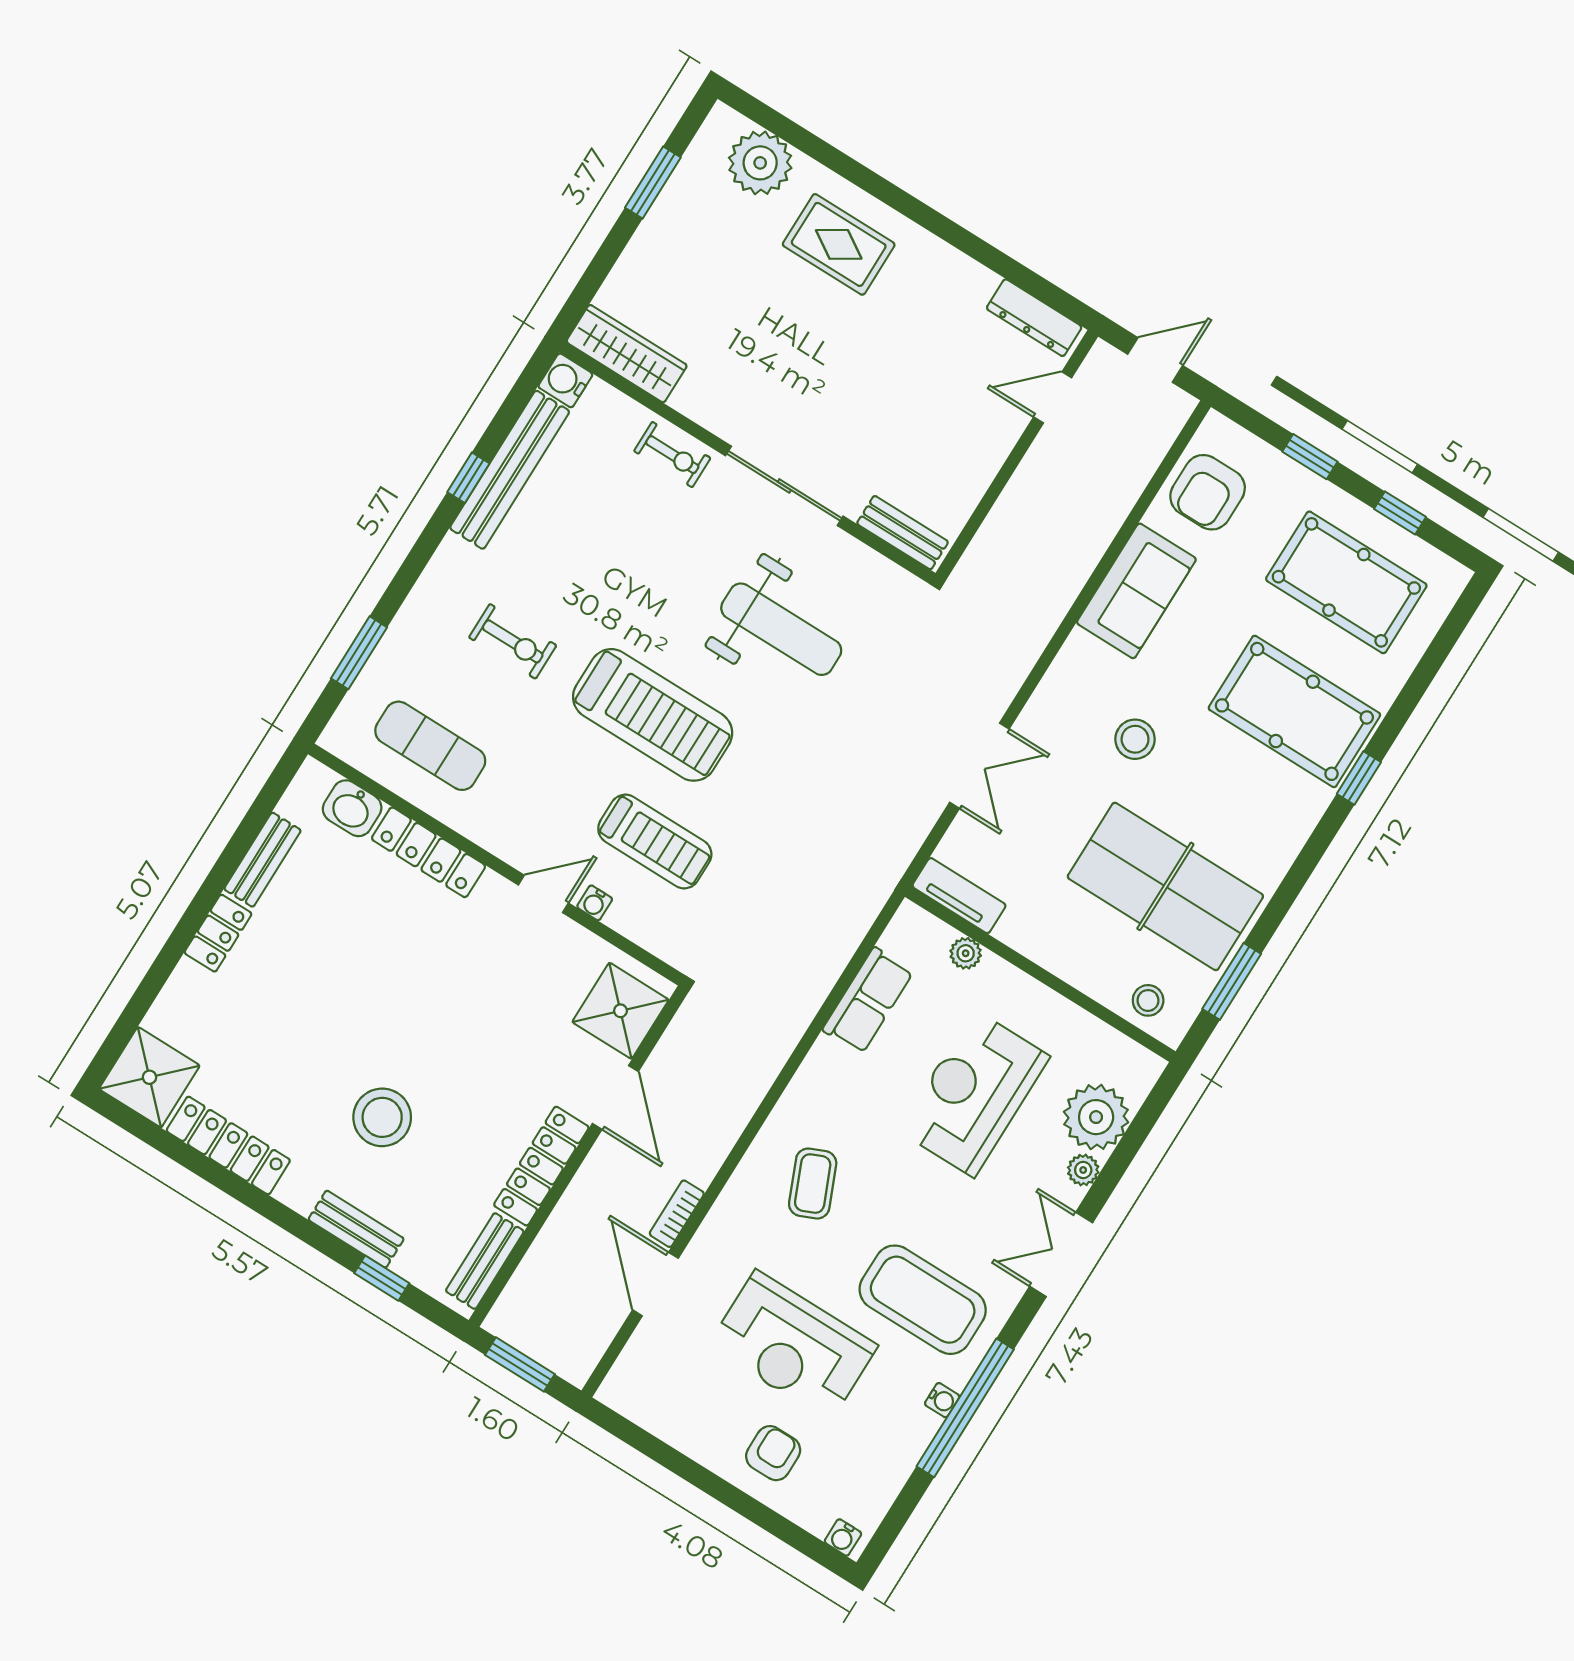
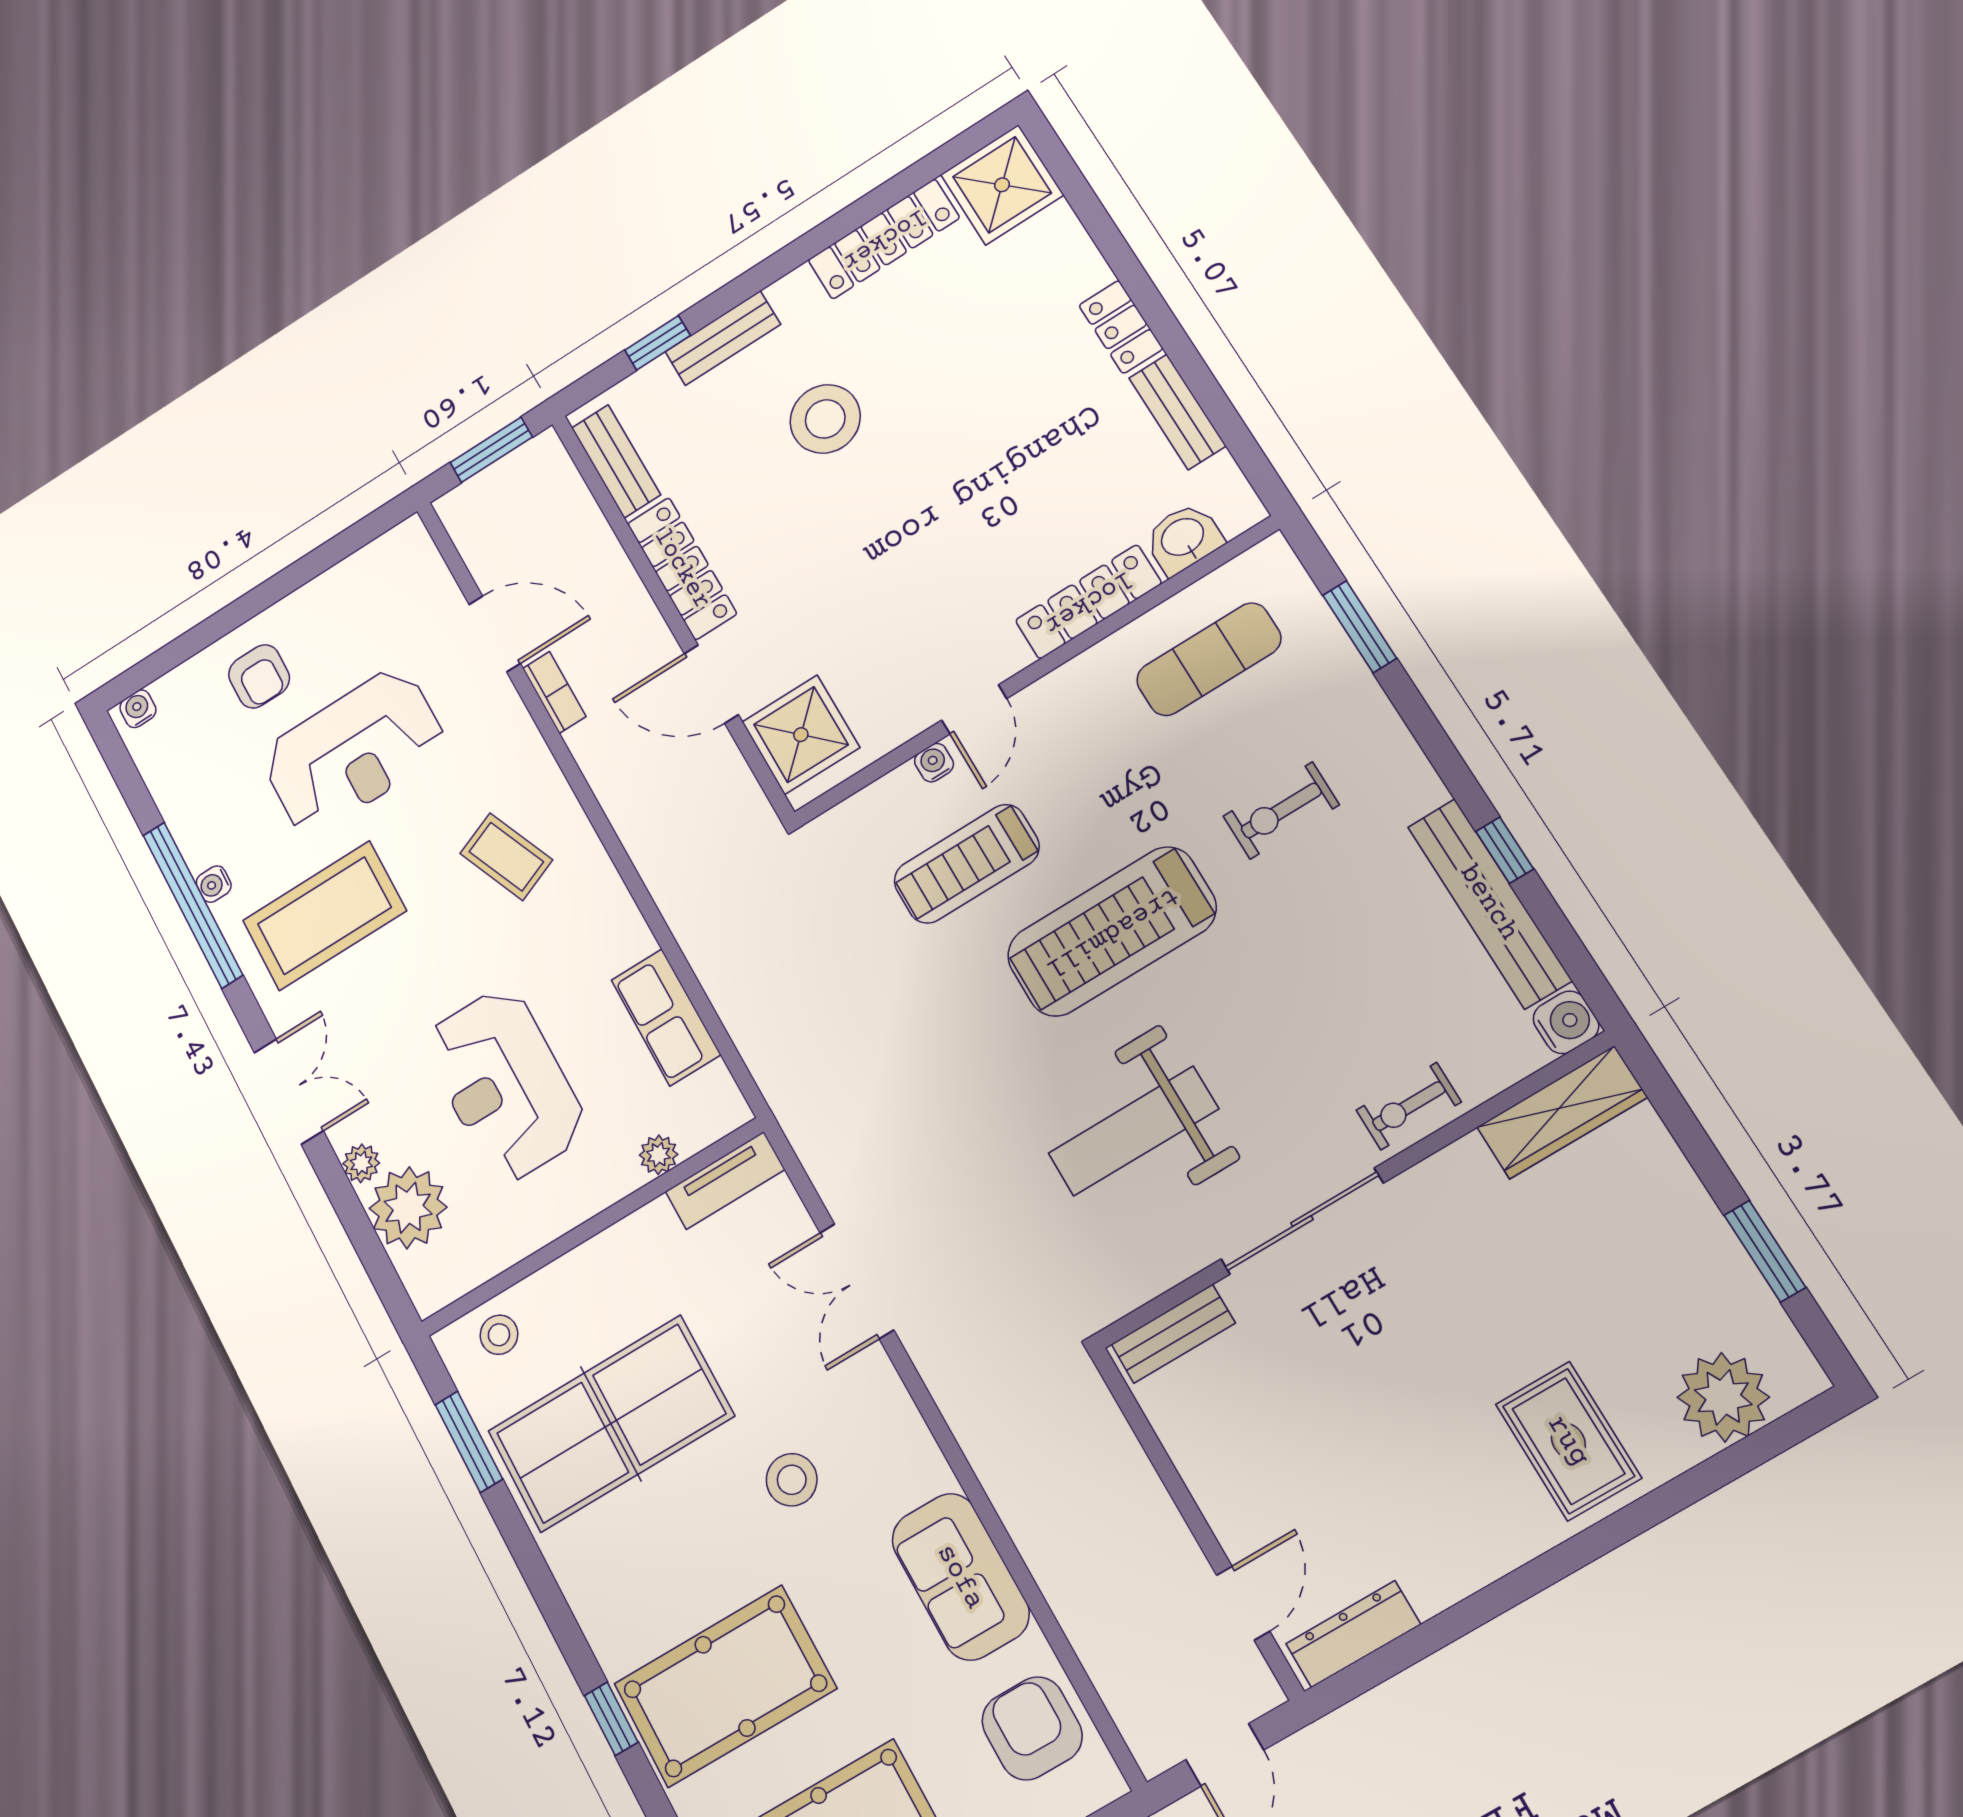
rug: (839, 244) -> (1568, 1441), turned 90
reception desk: (974, 1093) -> (505, 1085), turned 180
reception desk: (793, 1346) -> (354, 751), turned 180

